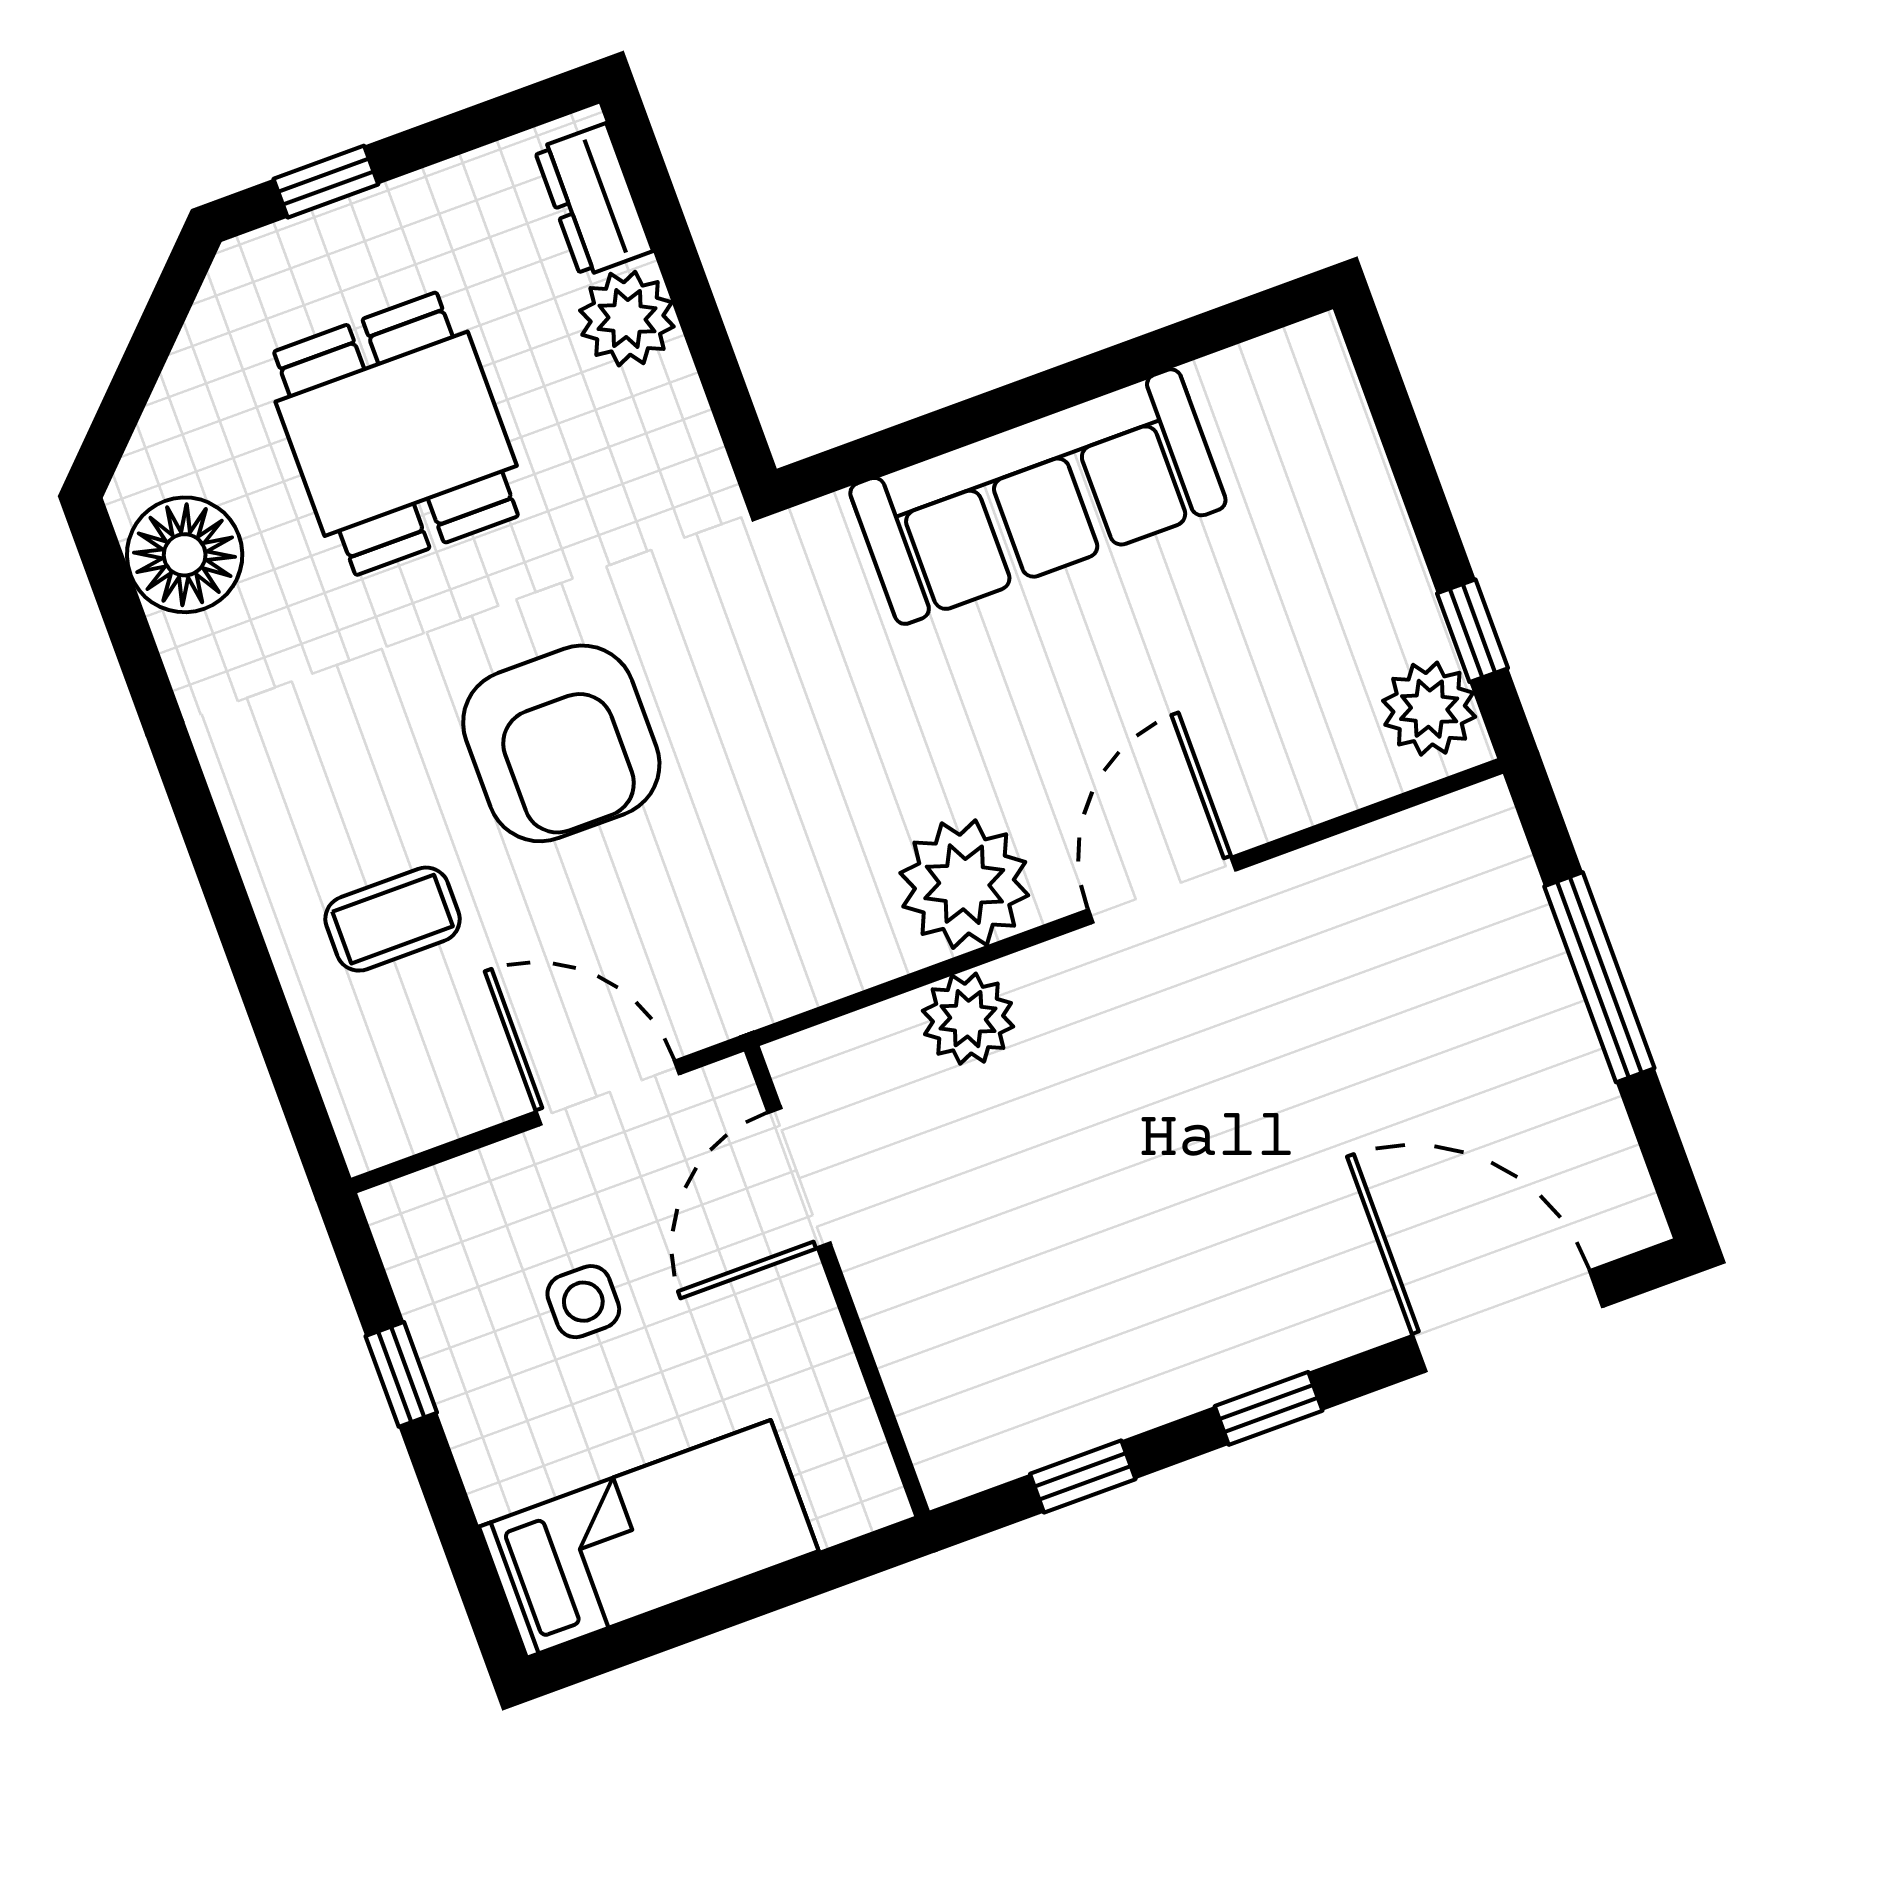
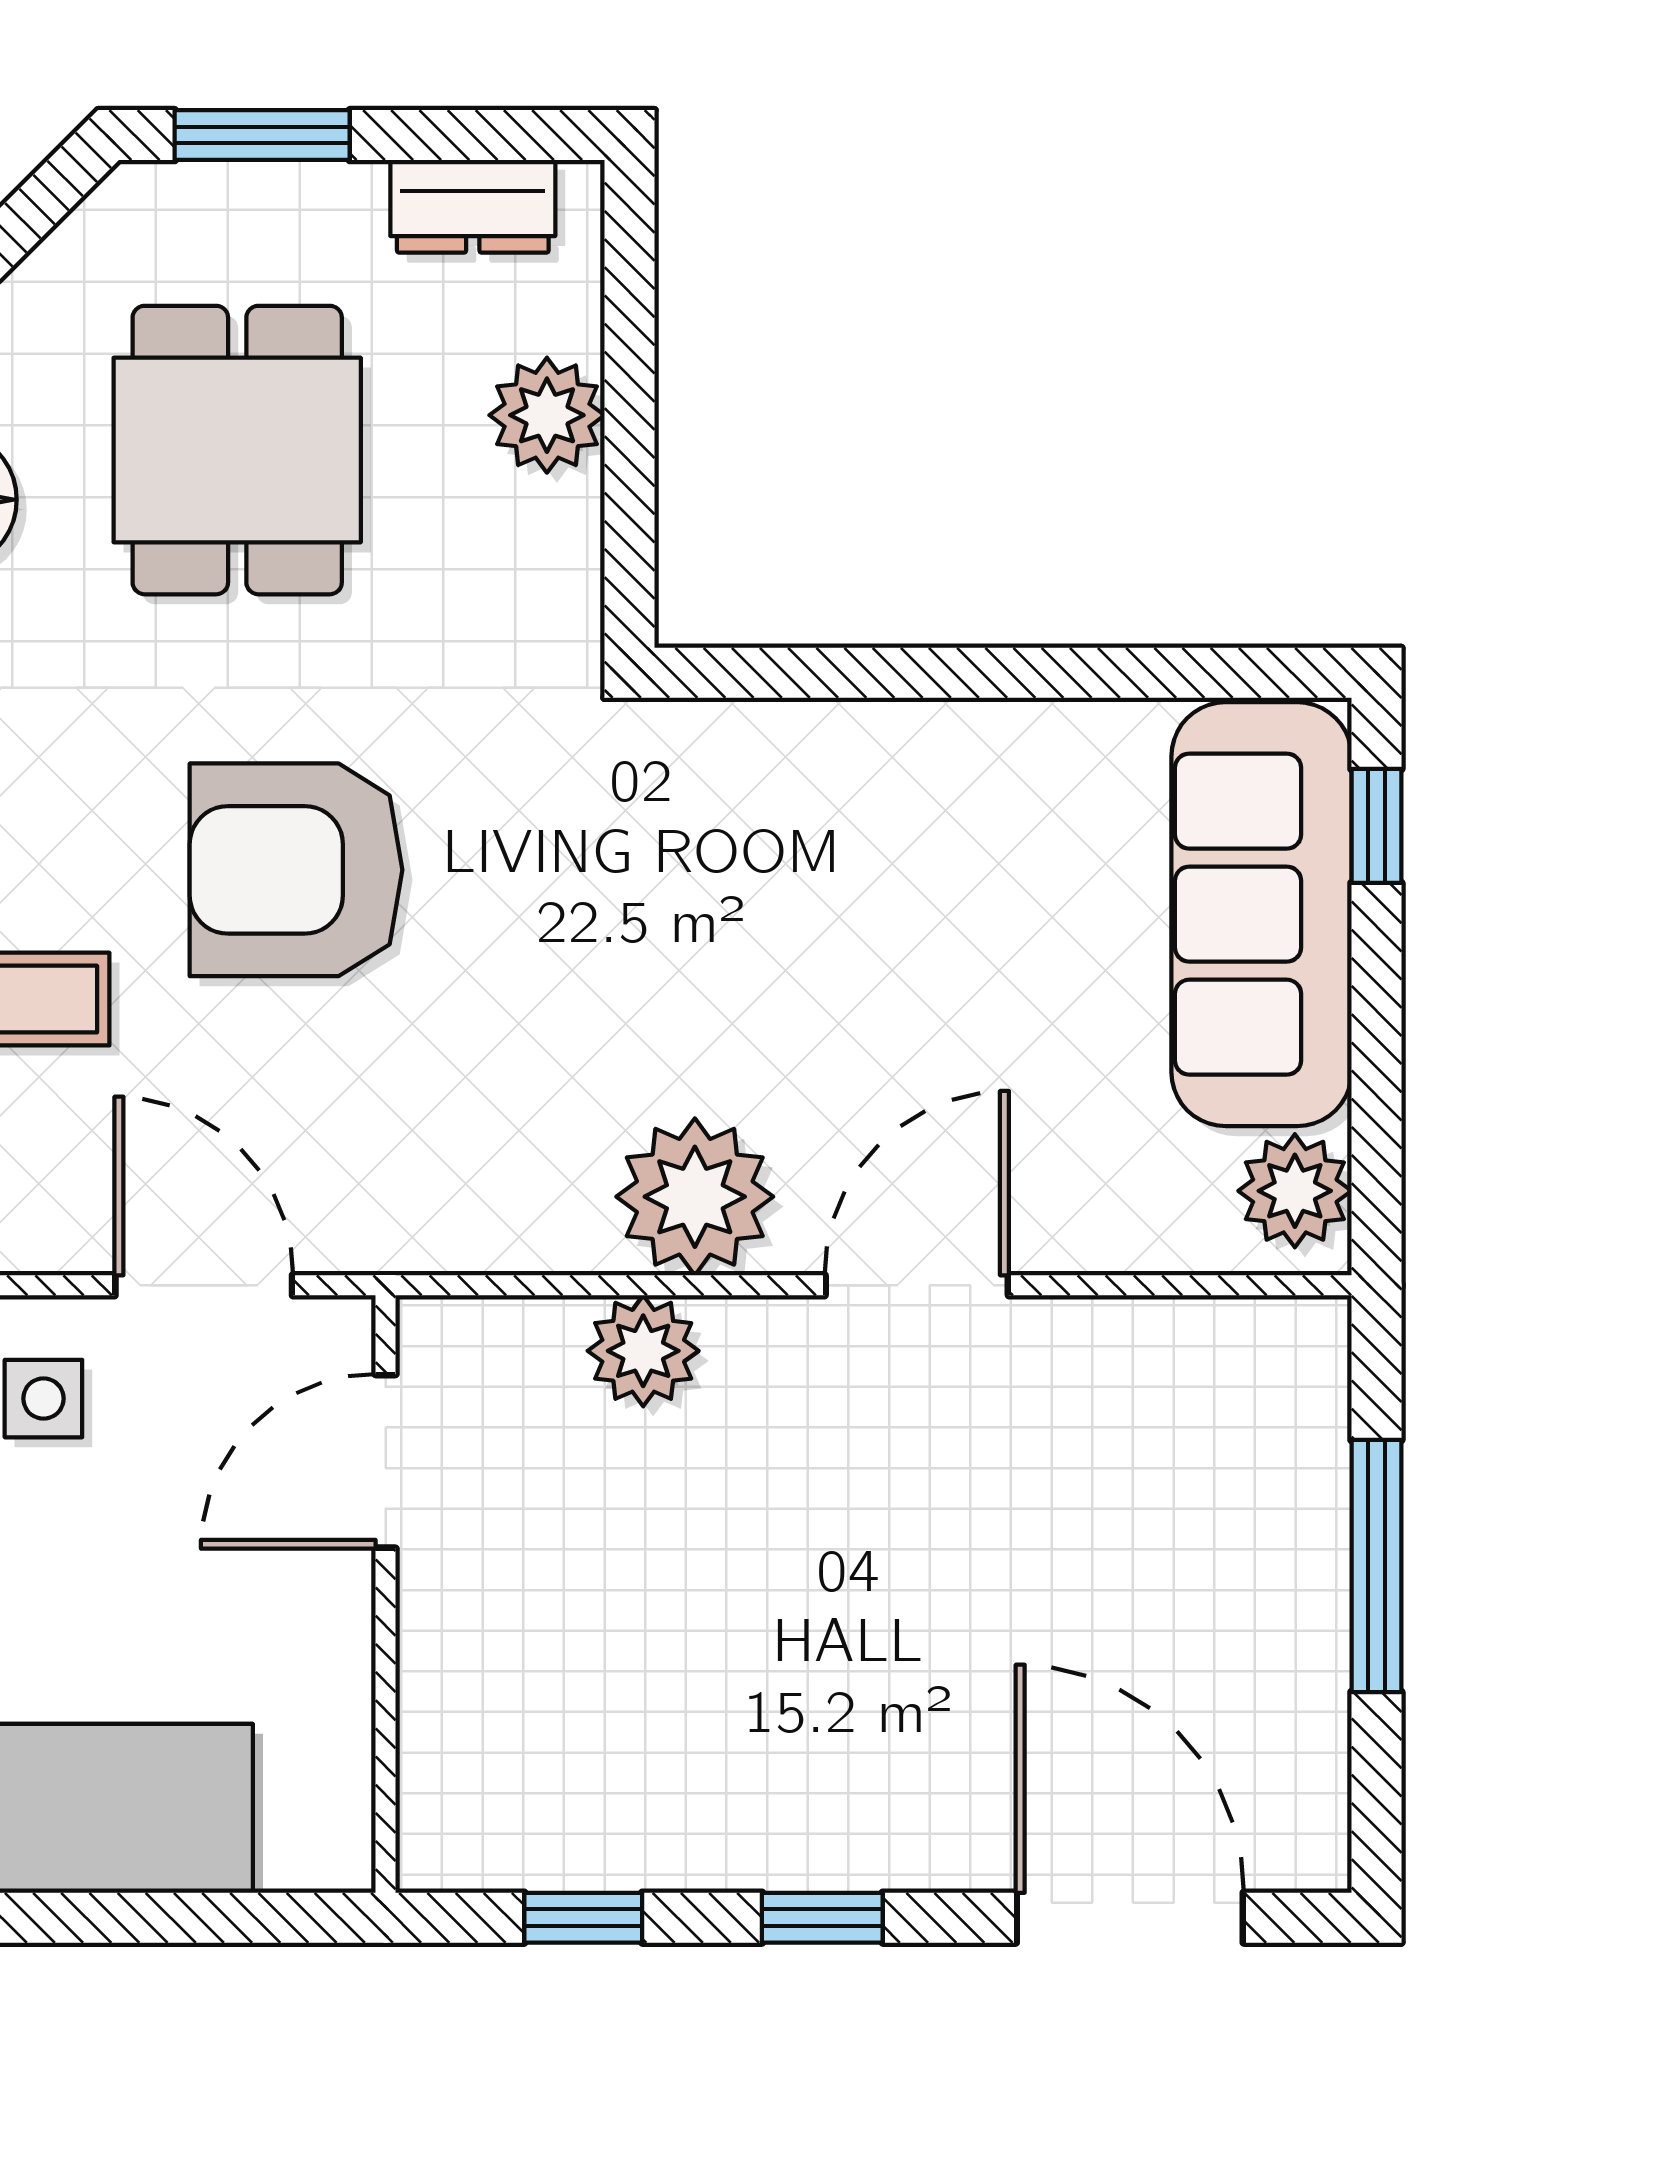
window: (326, 182) -> (262, 135), width x1.50
dresser: (594, 200) -> (473, 206), moved, turned -90
sofa: (1038, 497) -> (1261, 914), moved, turned 90
window: (1473, 631) -> (1376, 826), moved
armchair: (561, 743) -> (296, 870), turned 90
side table: (583, 1302) -> (43, 1399), moved

